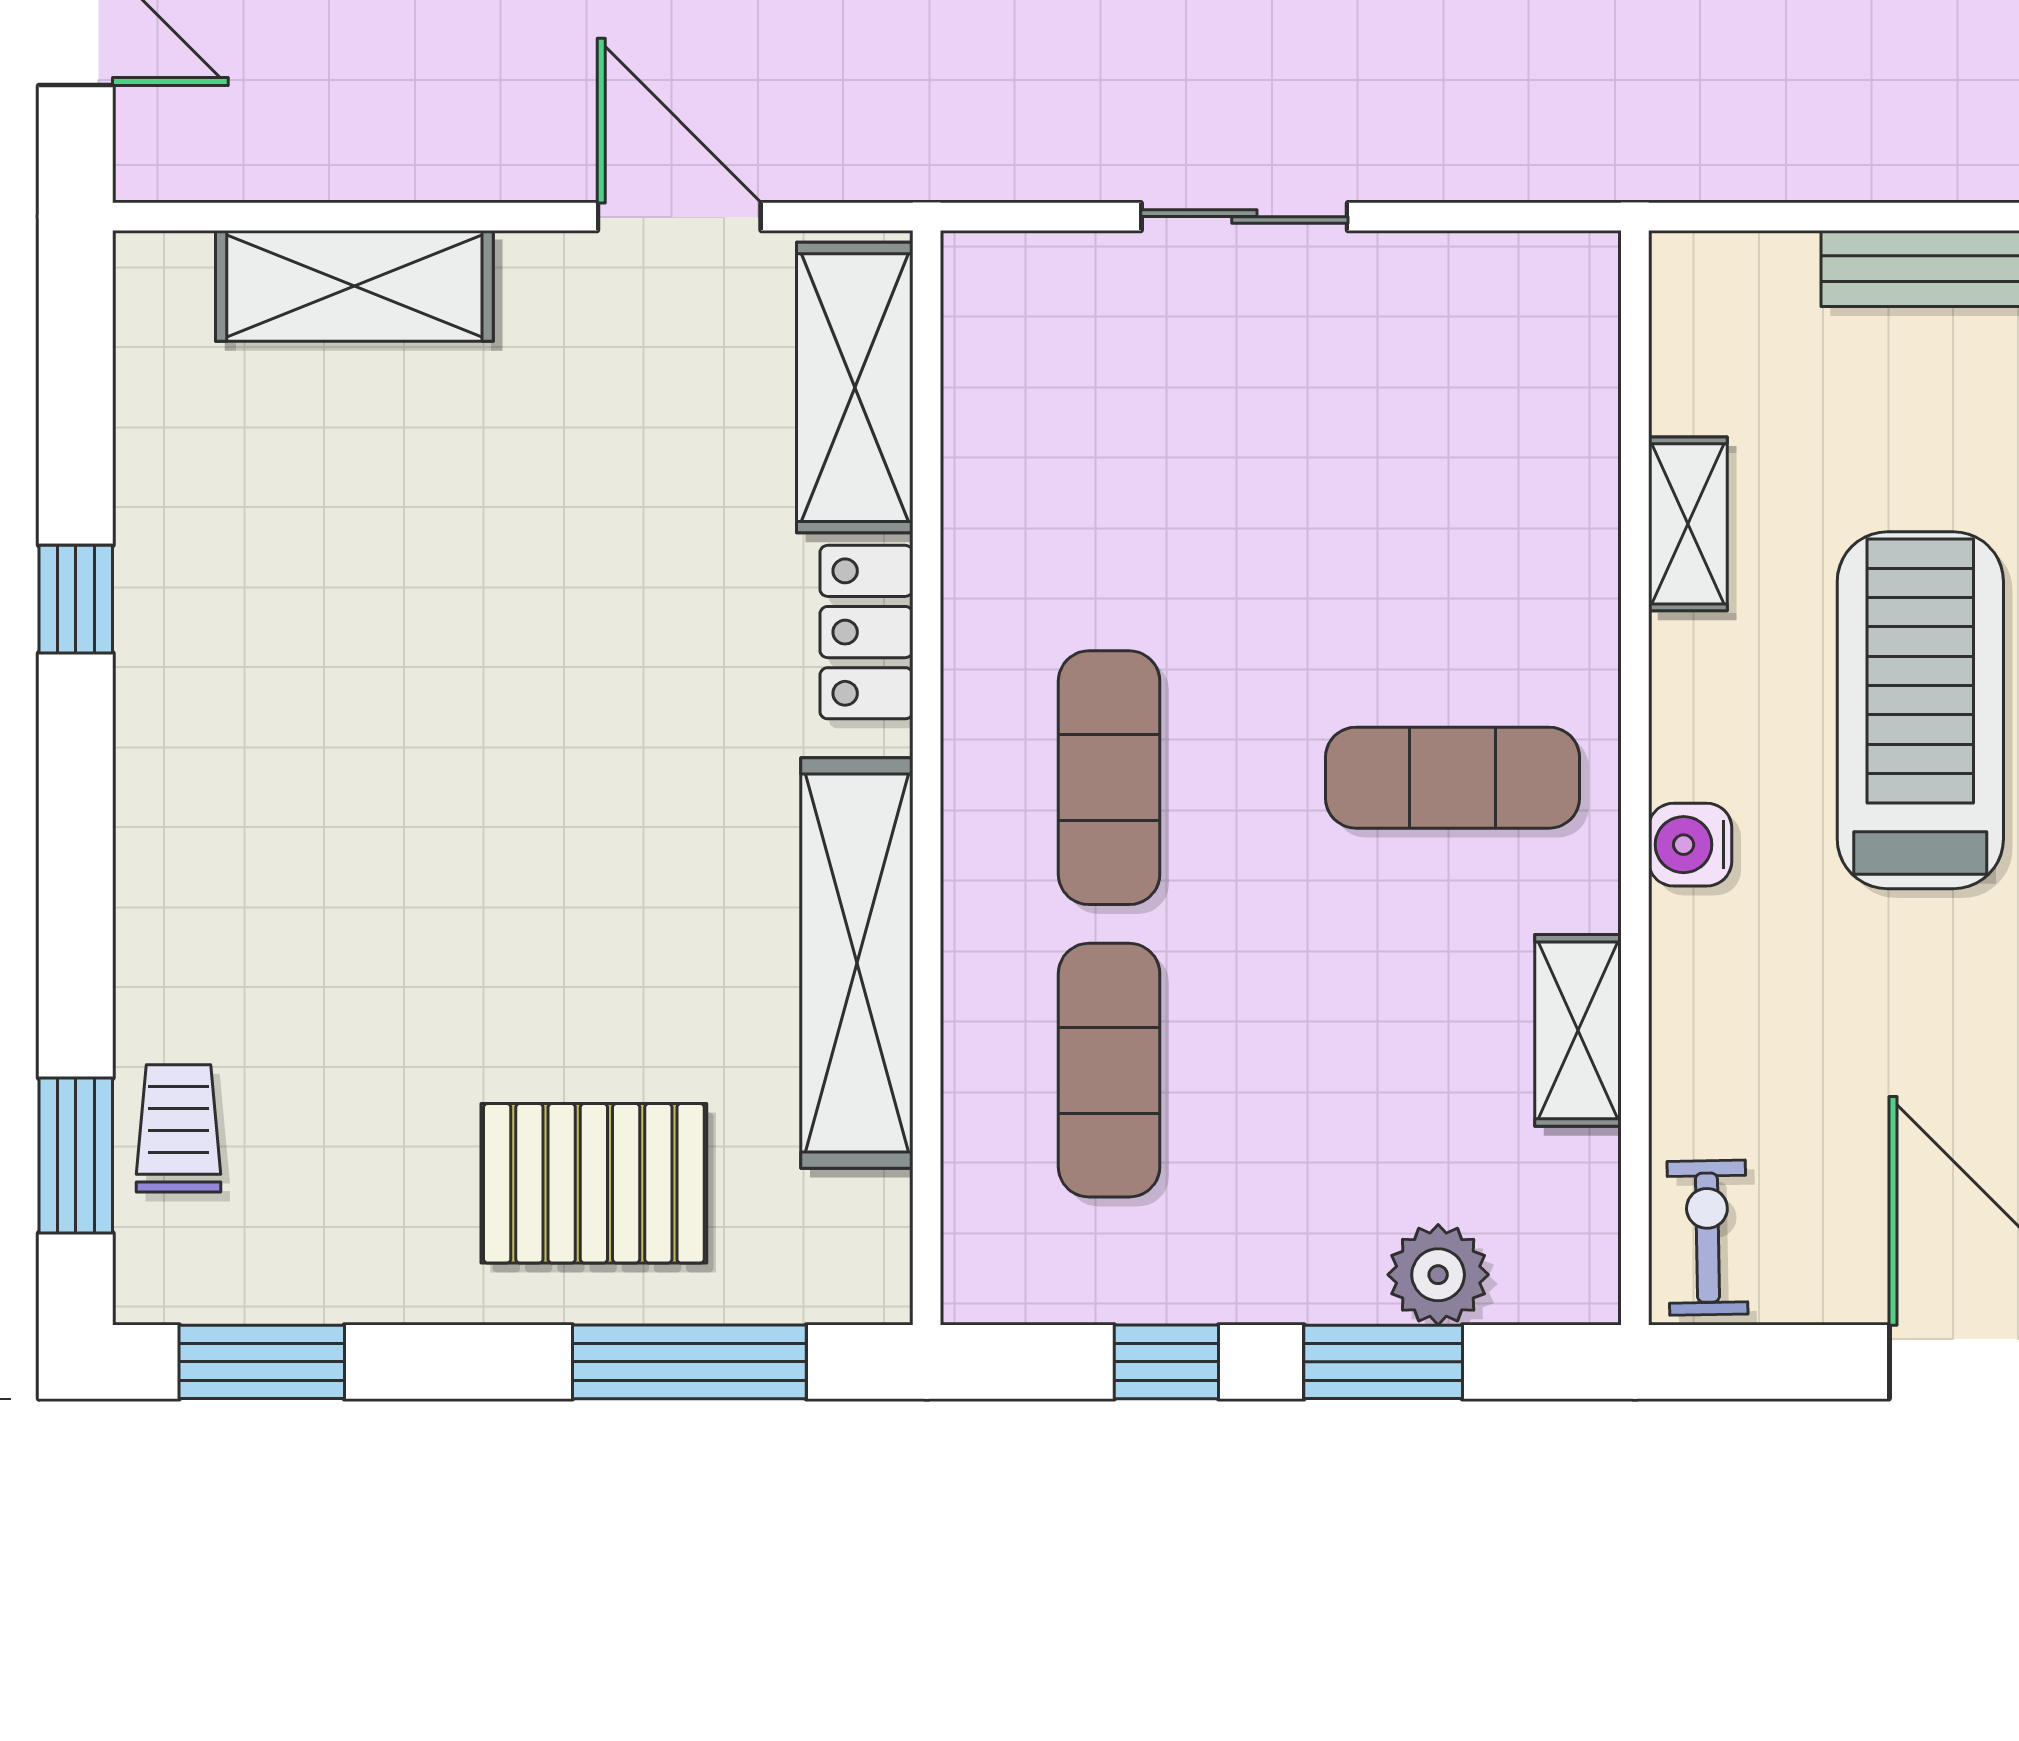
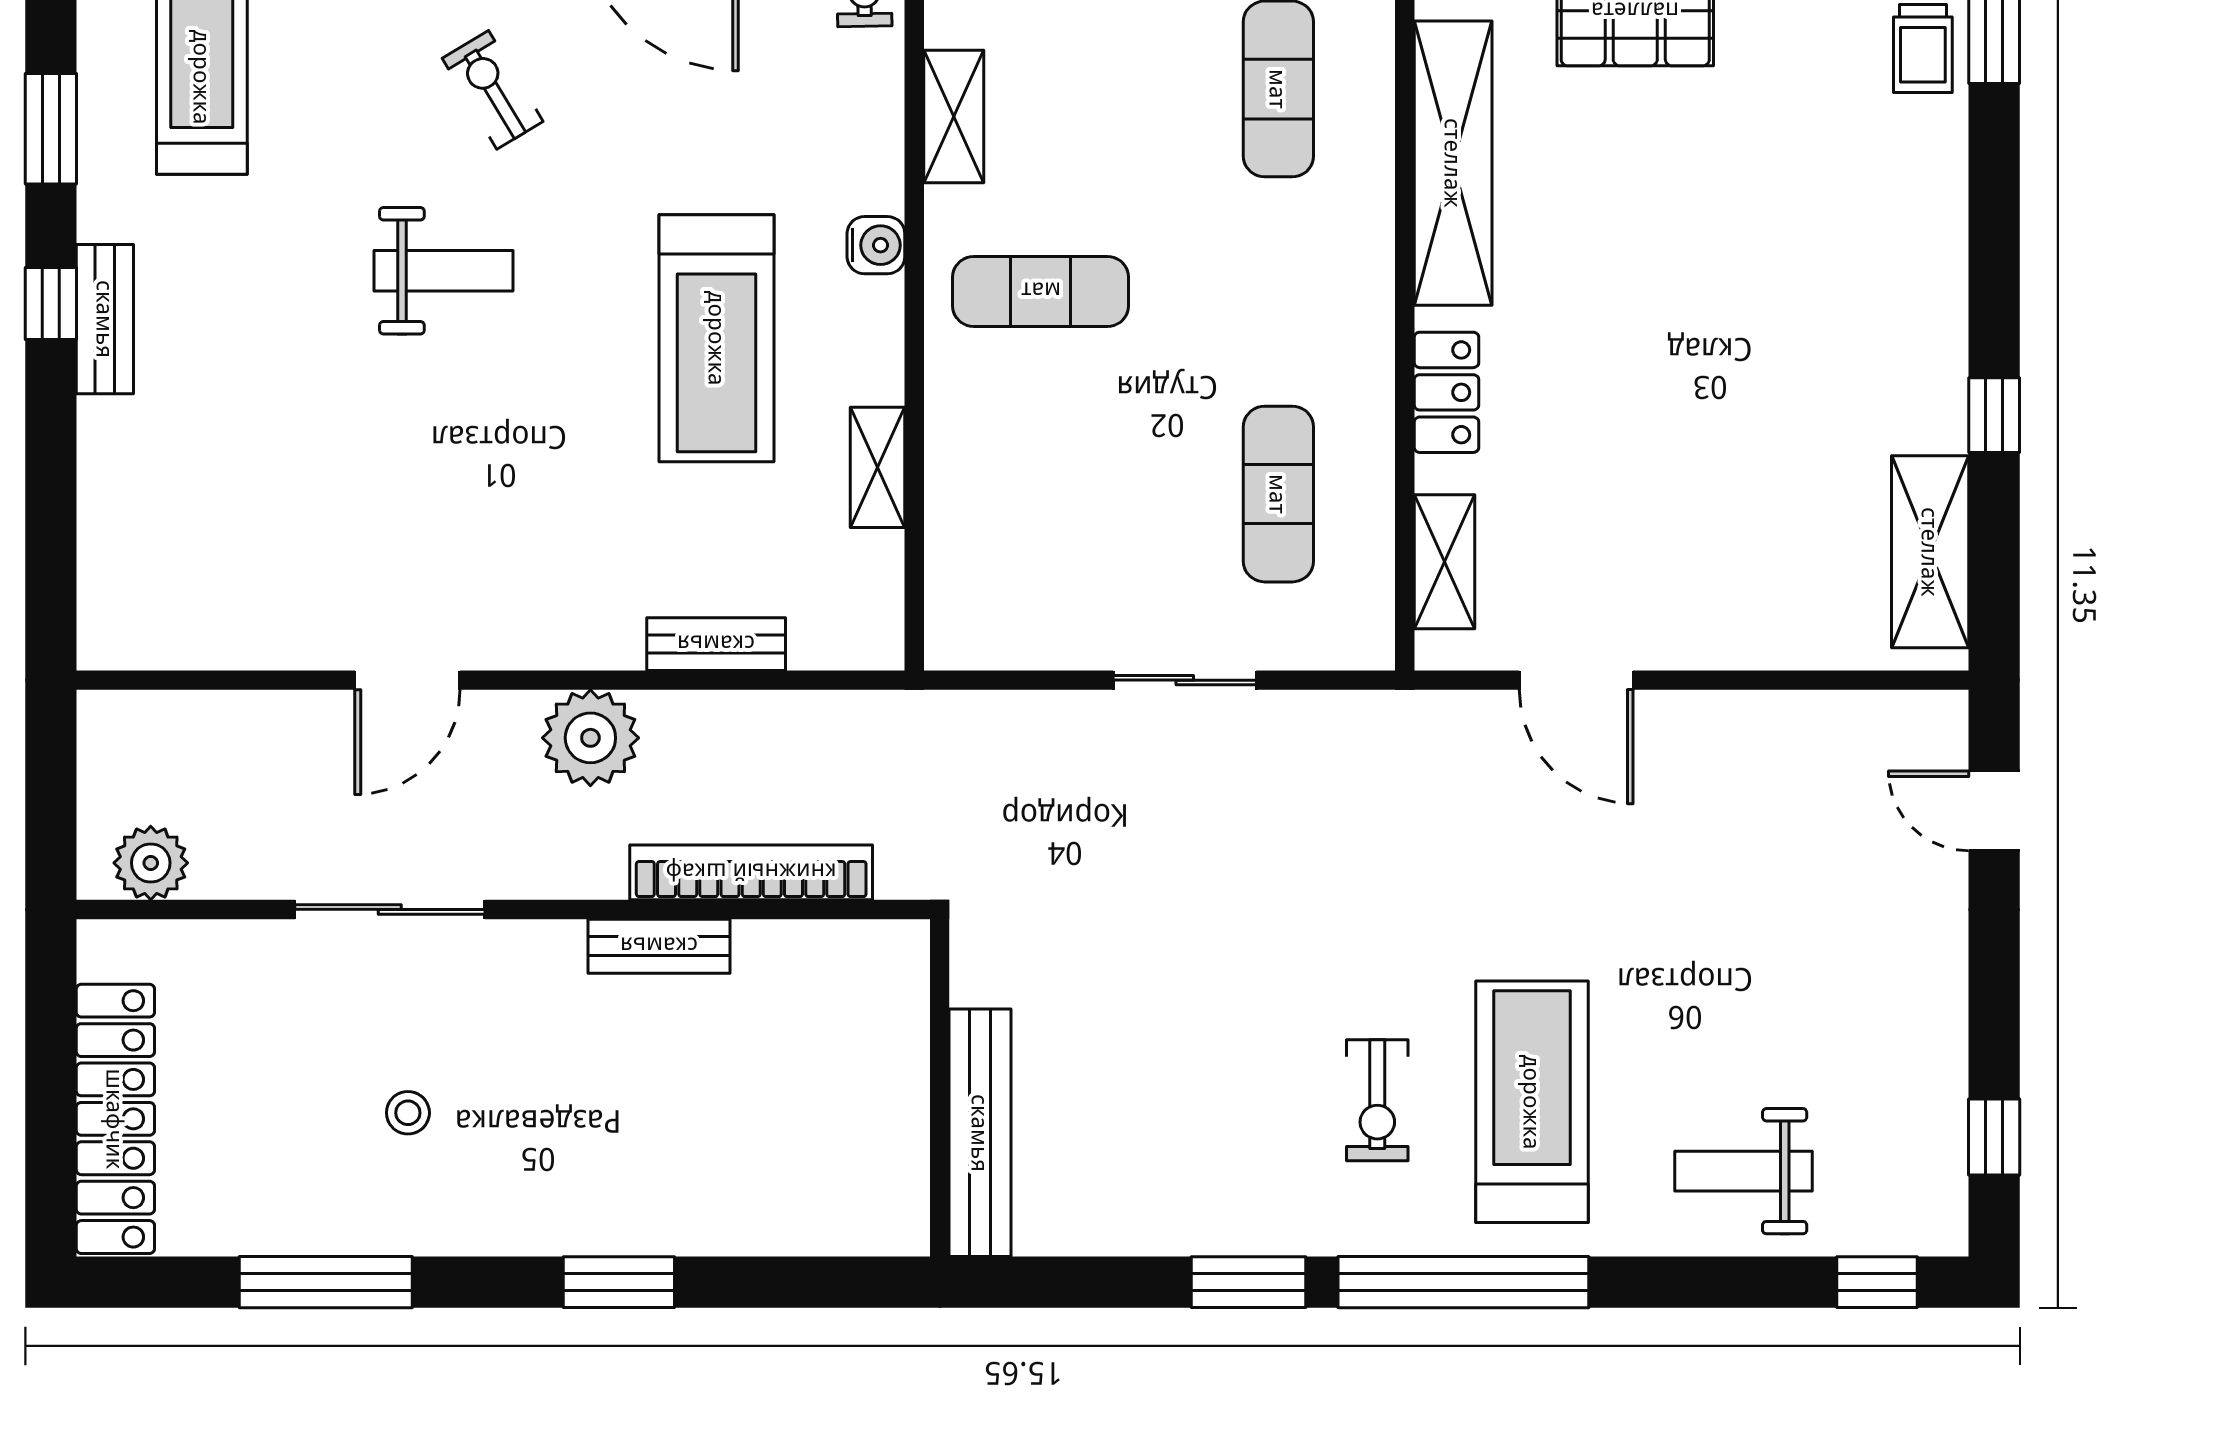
shelving: (354, 286) -> (1930, 552), moved, turned 90
shelving: (855, 388) -> (1445, 562), width x0.67, depth x0.75
exercise mat: (1109, 778) -> (1278, 494), moved

